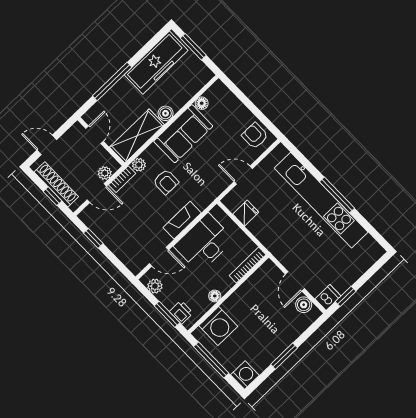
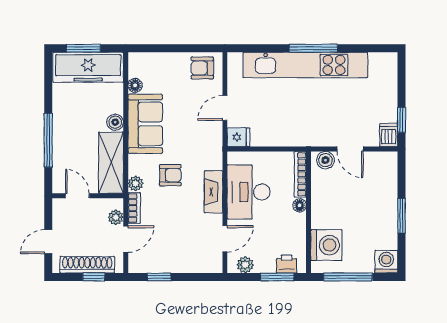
freezer: (156, 63) -> (88, 67), moved, turned 90
fridge: (246, 213) -> (239, 137), moved, turned 90
floor lamp: (215, 296) -> (300, 205), moved
boiler: (304, 305) -> (325, 160), moved

